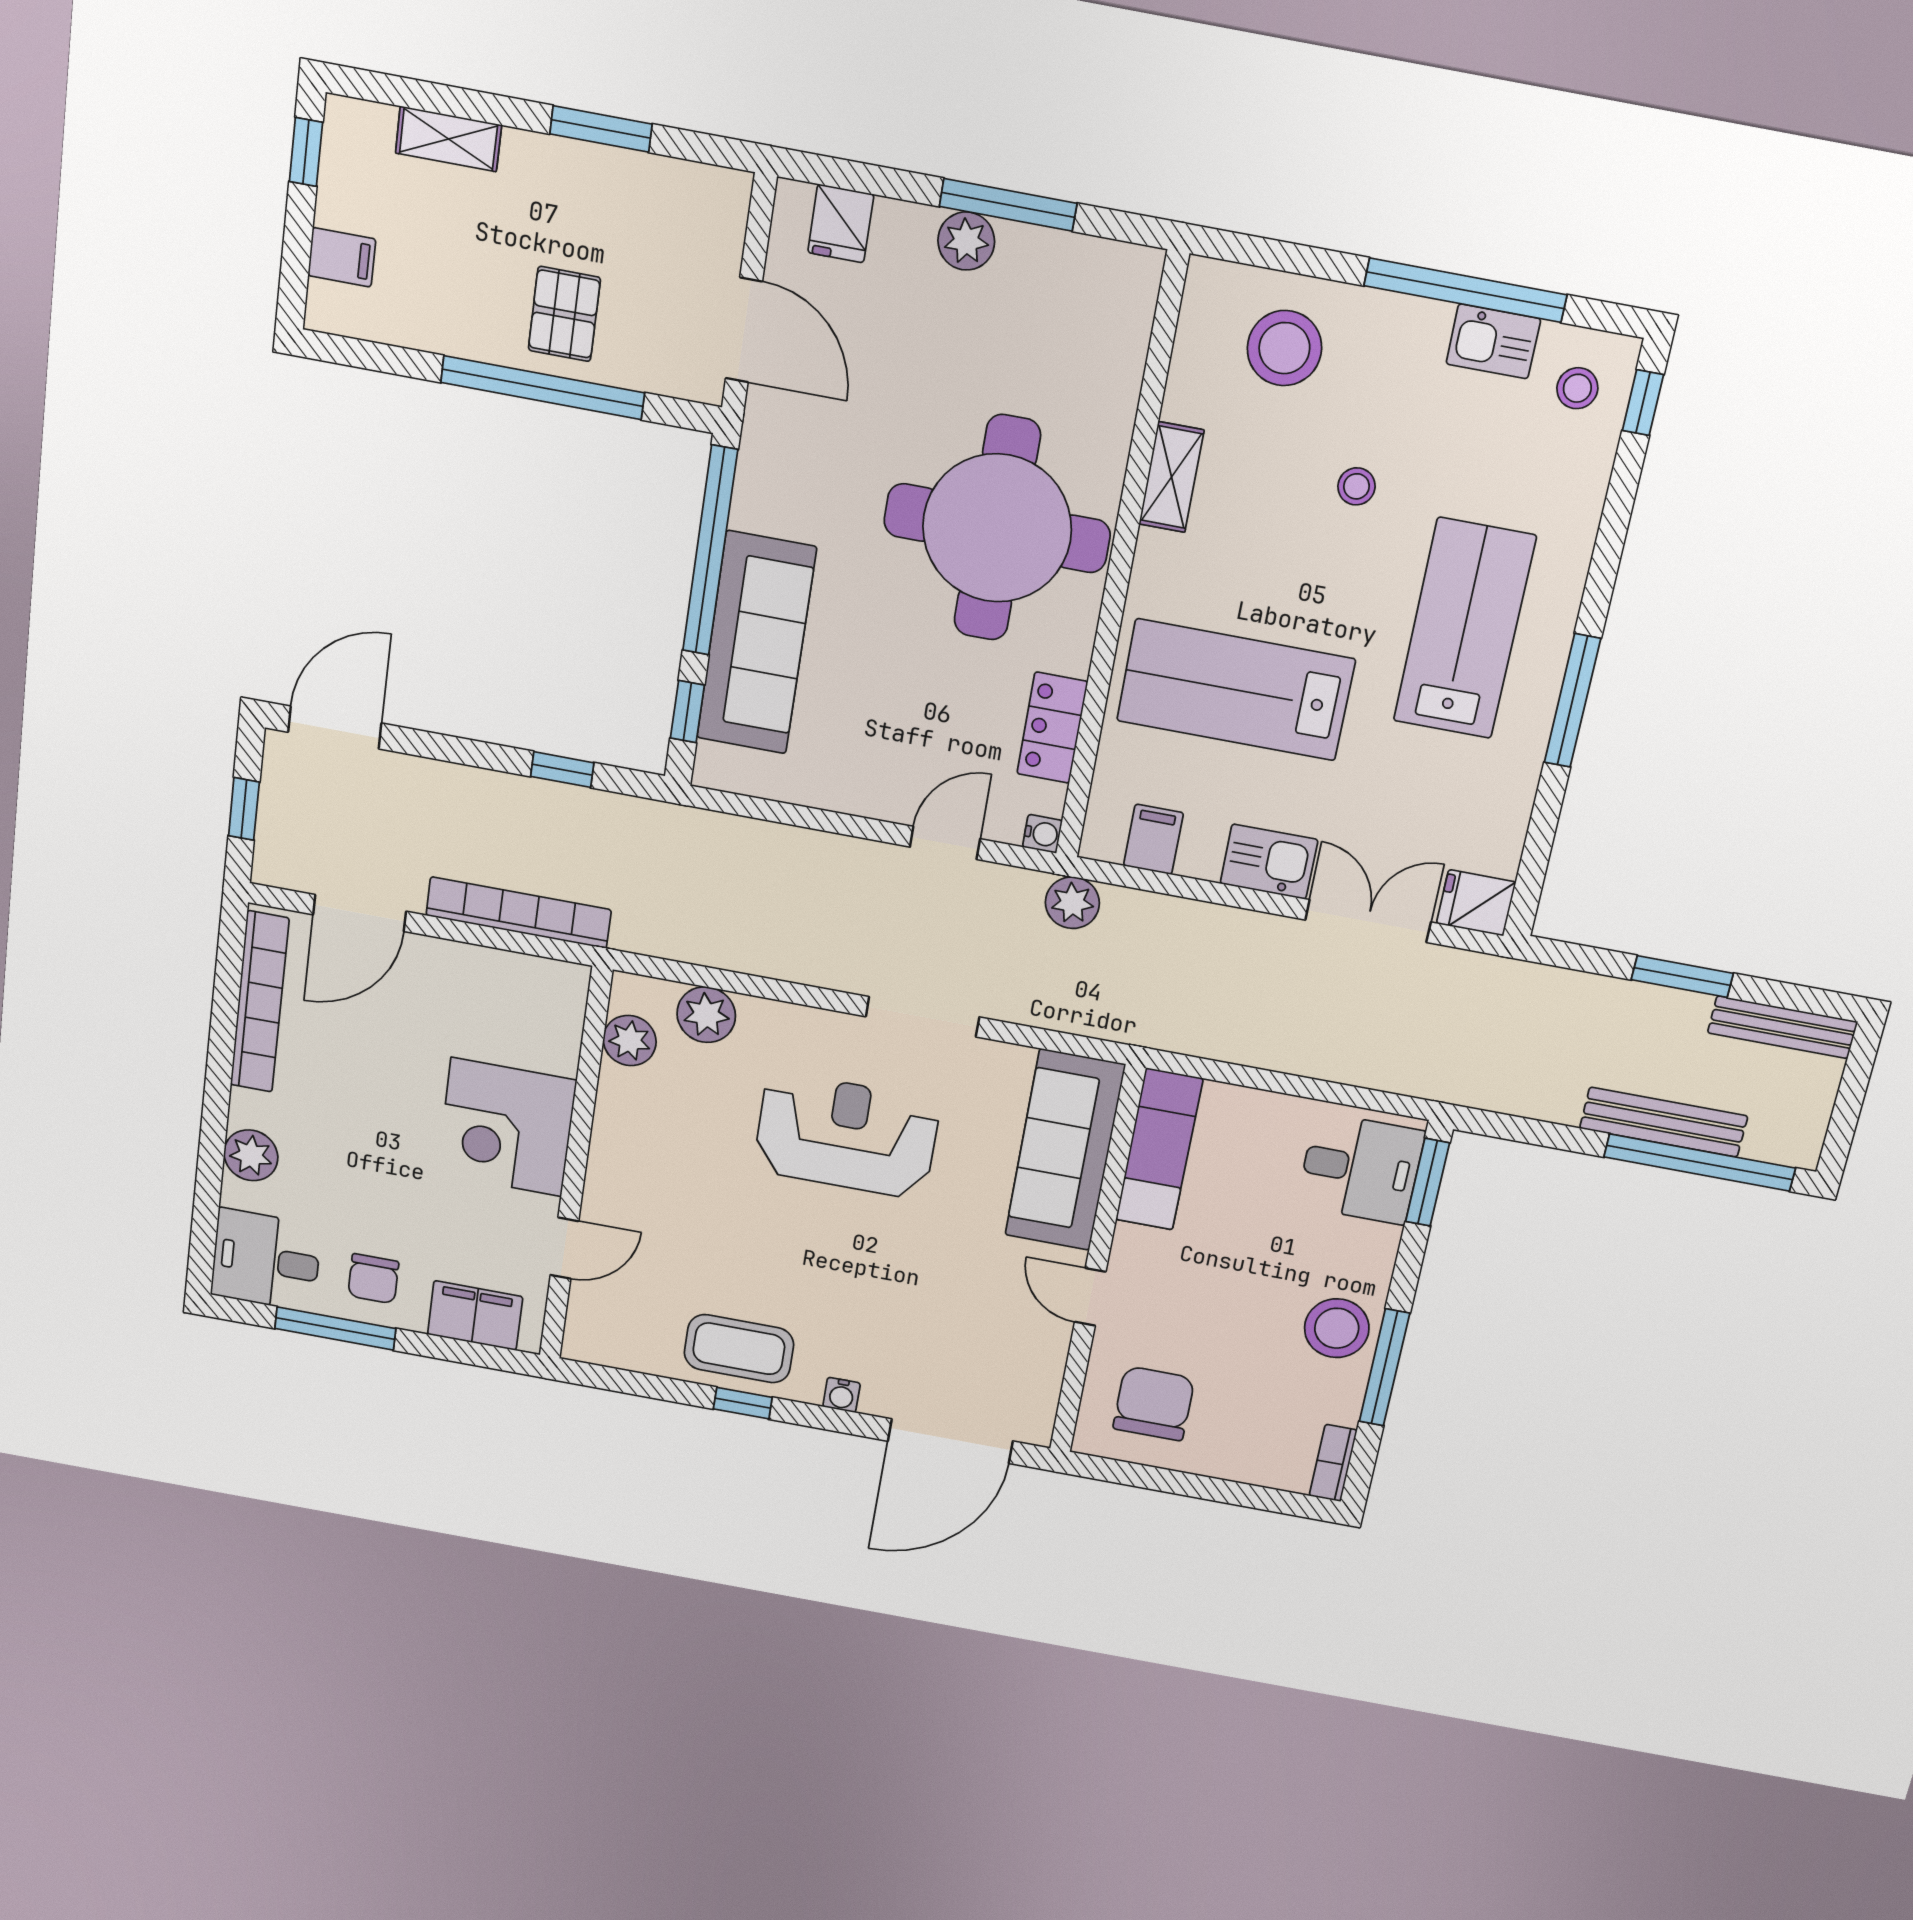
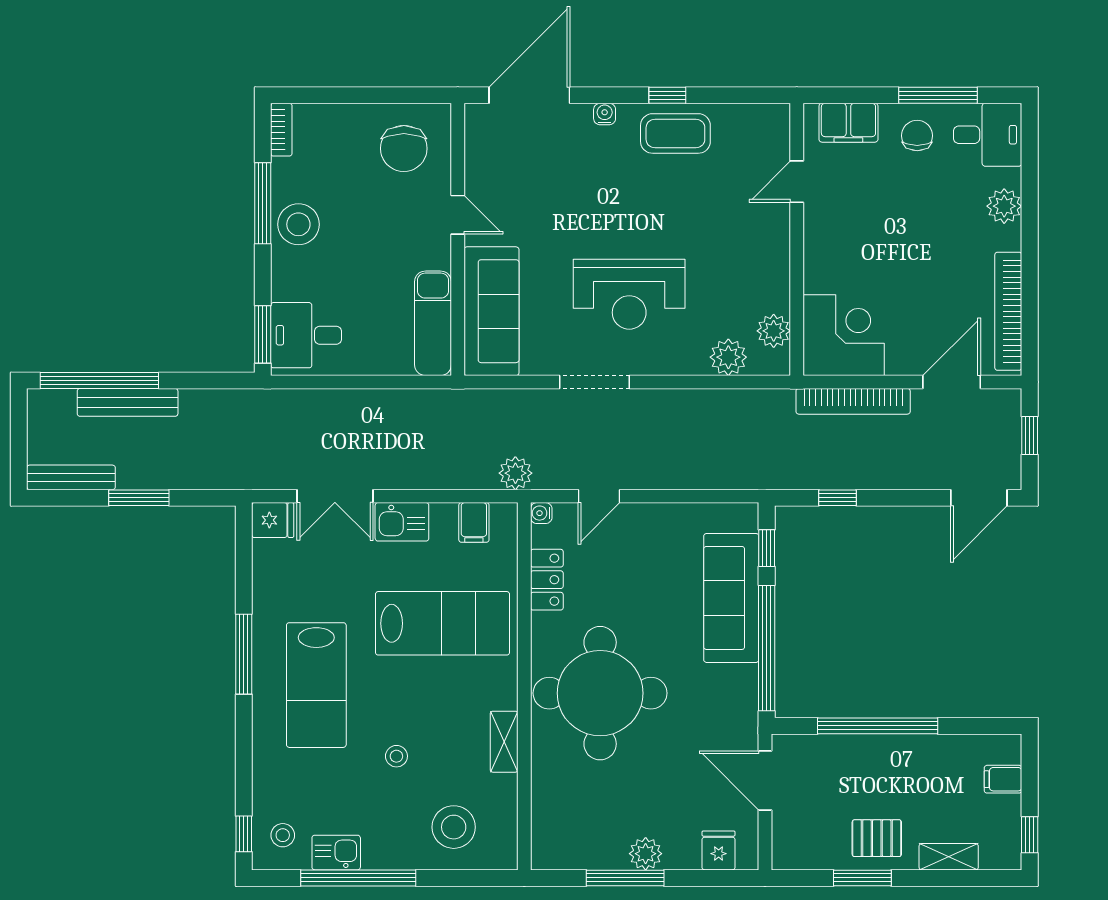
pallet: (564, 314) -> (877, 838), moved, turned 90
corner desk: (507, 1127) -> (844, 335), moved

